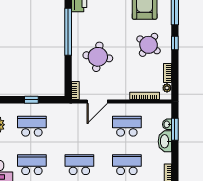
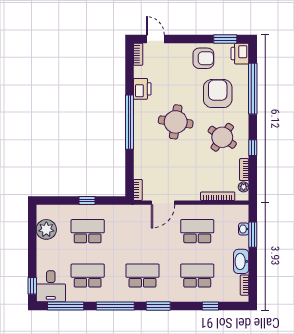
window: (175, 43) -> (253, 148), moved
round table: (98, 57) -> (176, 122), moved
washbasin: (165, 141) -> (241, 261), moved

